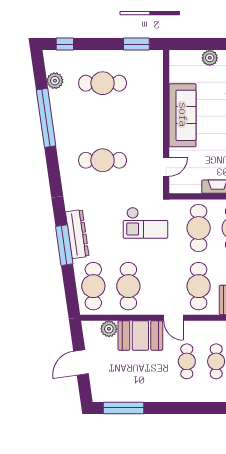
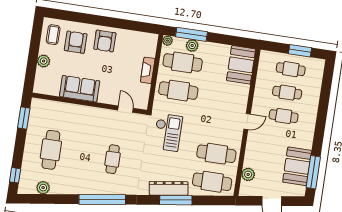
sofa: (183, 115) -> (80, 89), width x0.73
window: (46, 118) -> (102, 199), moved
cafe table: (103, 160) -> (113, 159), width x0.73, depth x0.74
cafe table: (199, 286) -> (225, 98), removed
booth: (140, 336) -> (297, 166), moved

